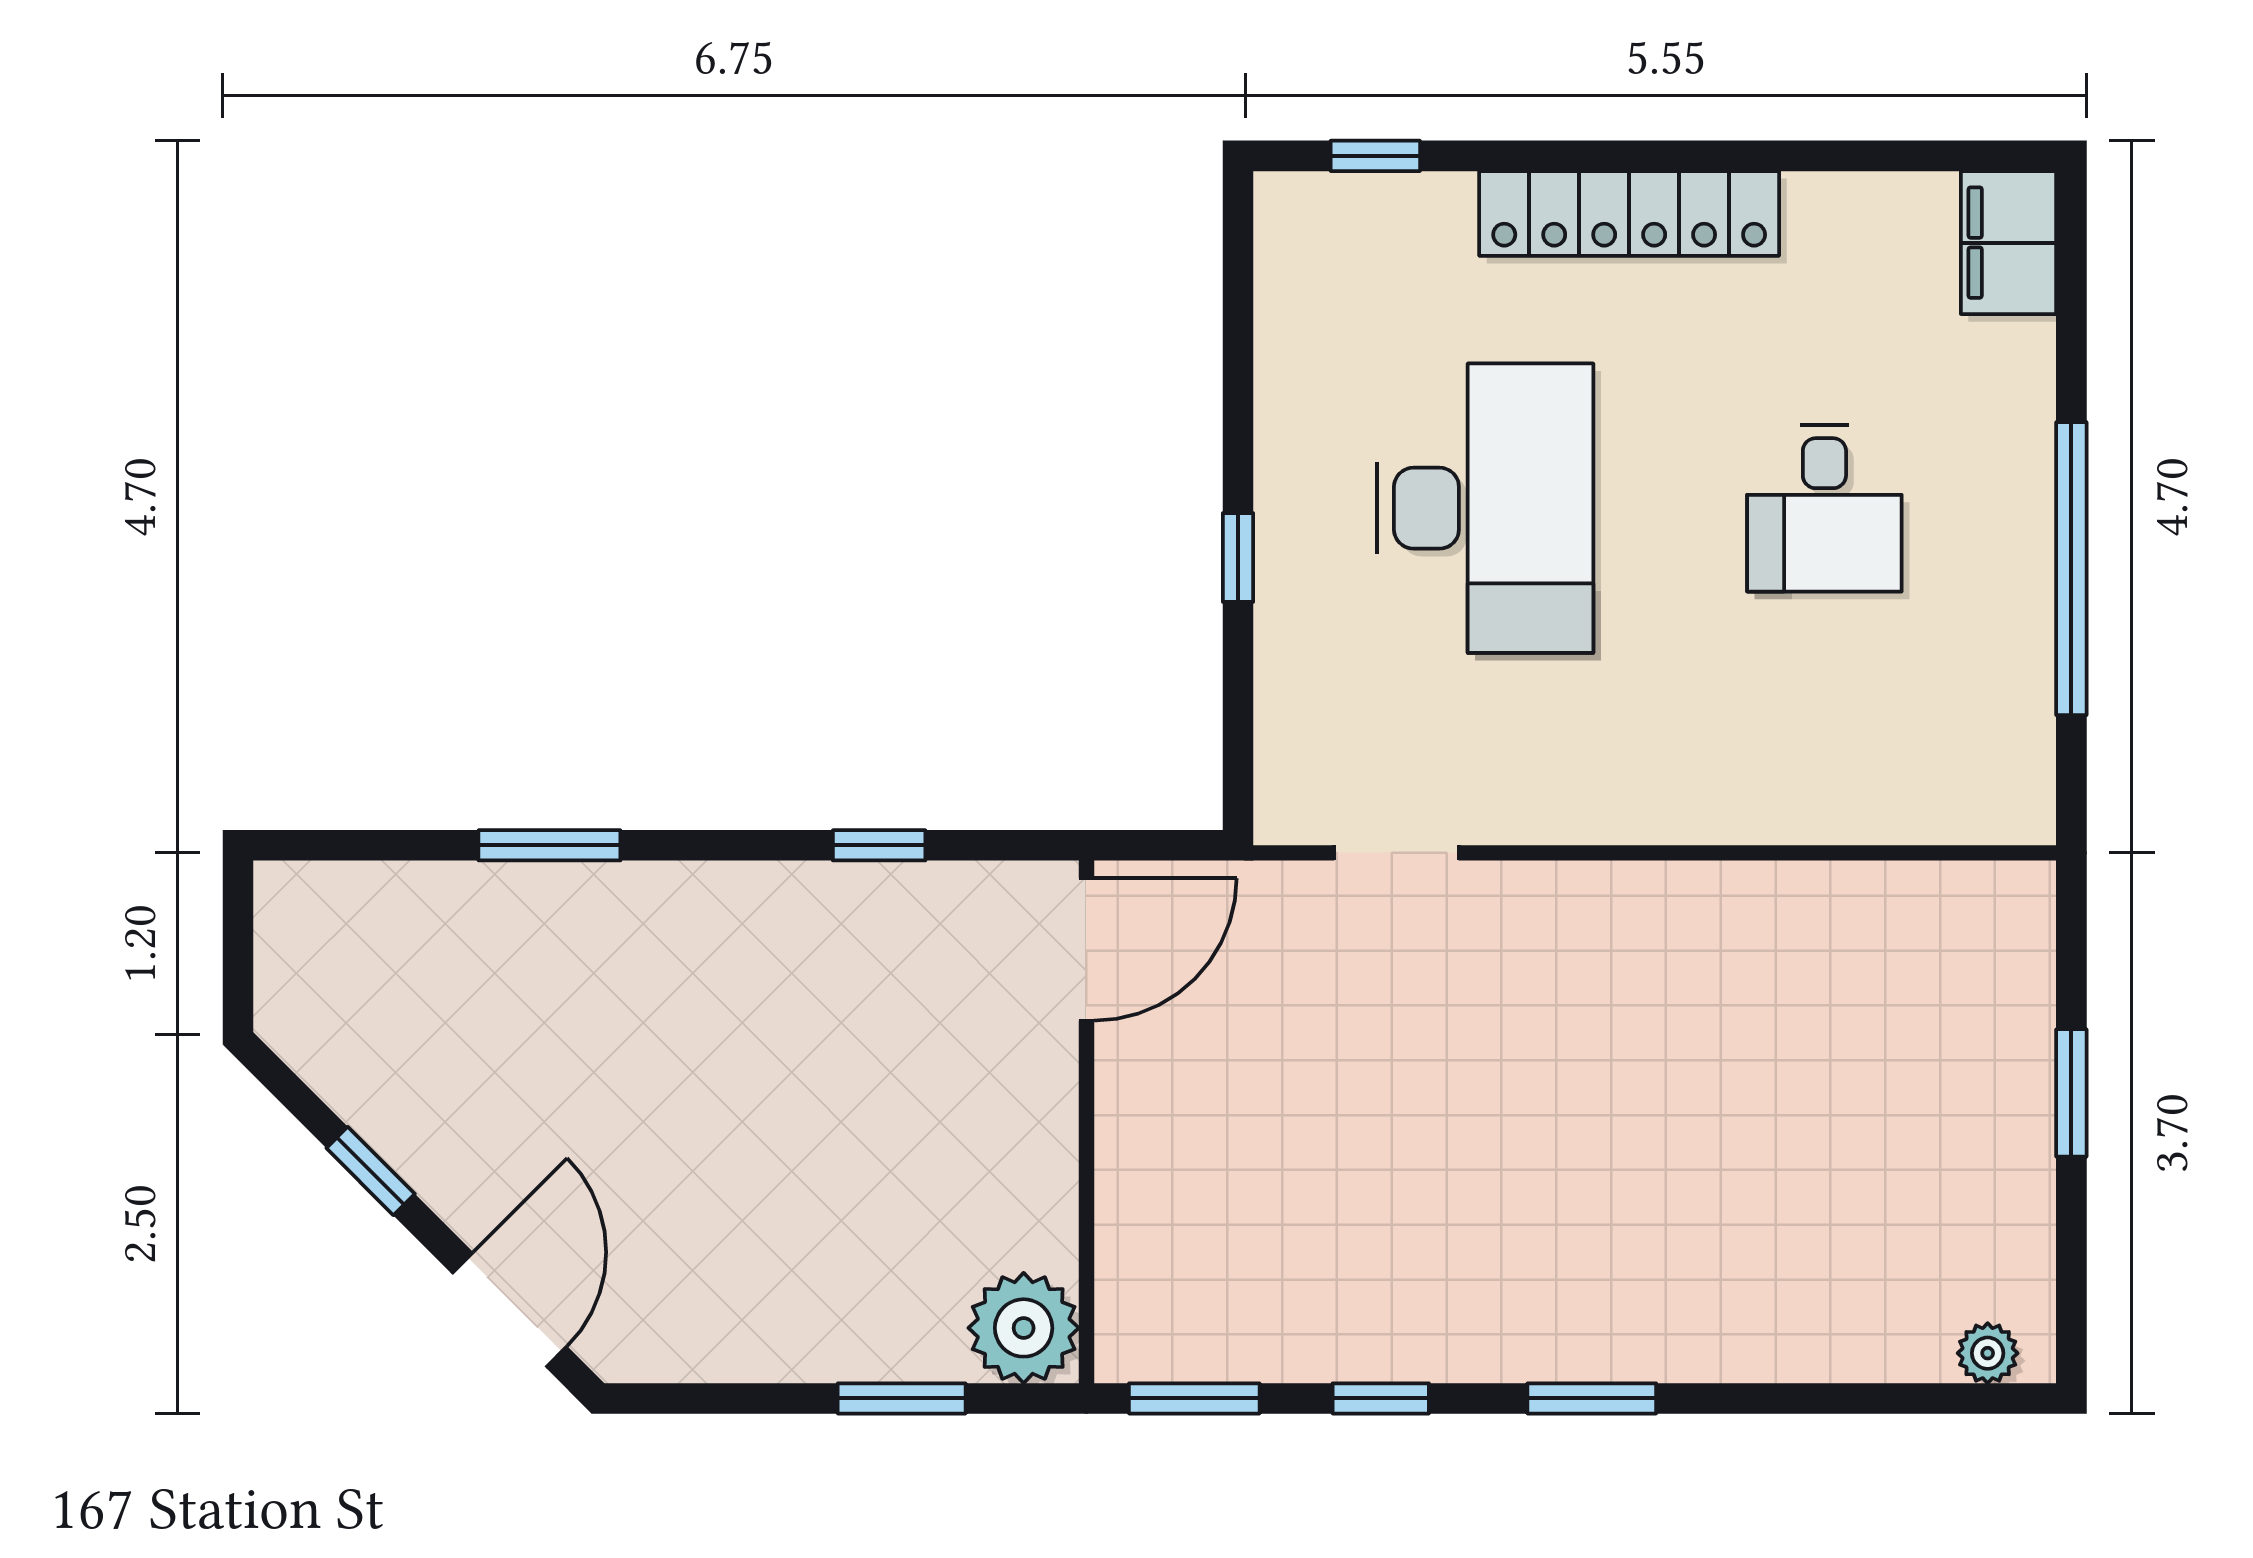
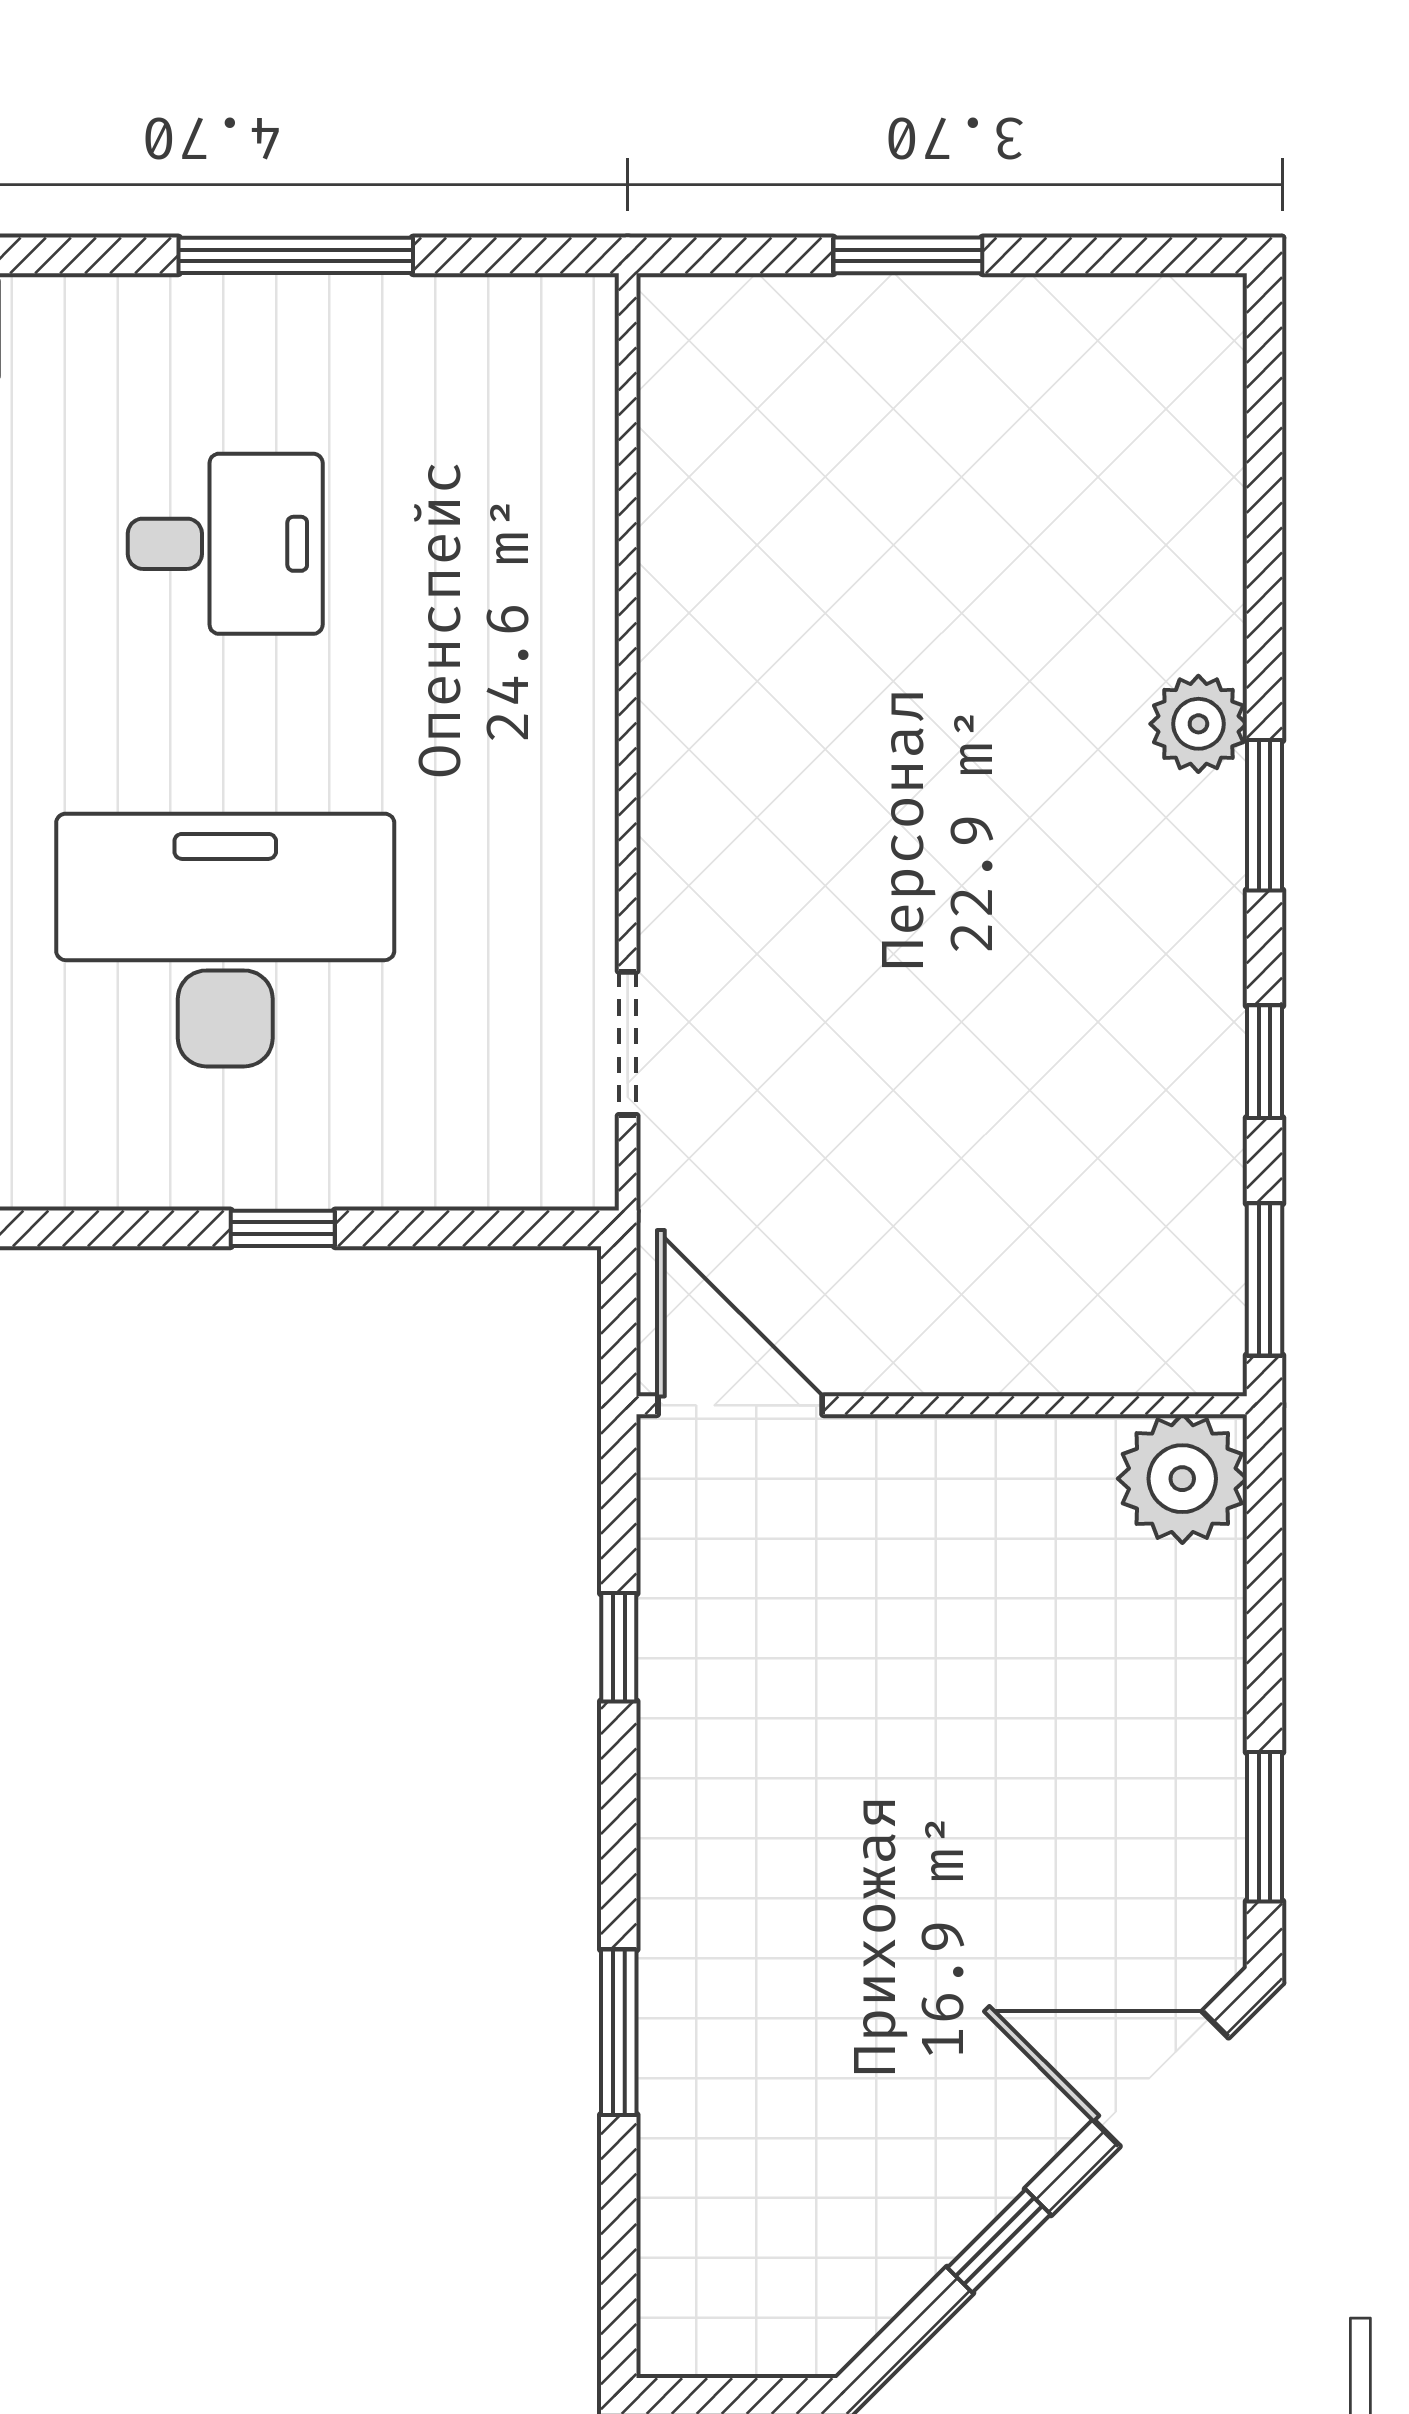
window: (2071, 569) -> (296, 255), width x0.68
plant: (1988, 1353) -> (1198, 724), moved, width x1.38, depth x1.38
window: (902, 1398) -> (1264, 1827), moved

